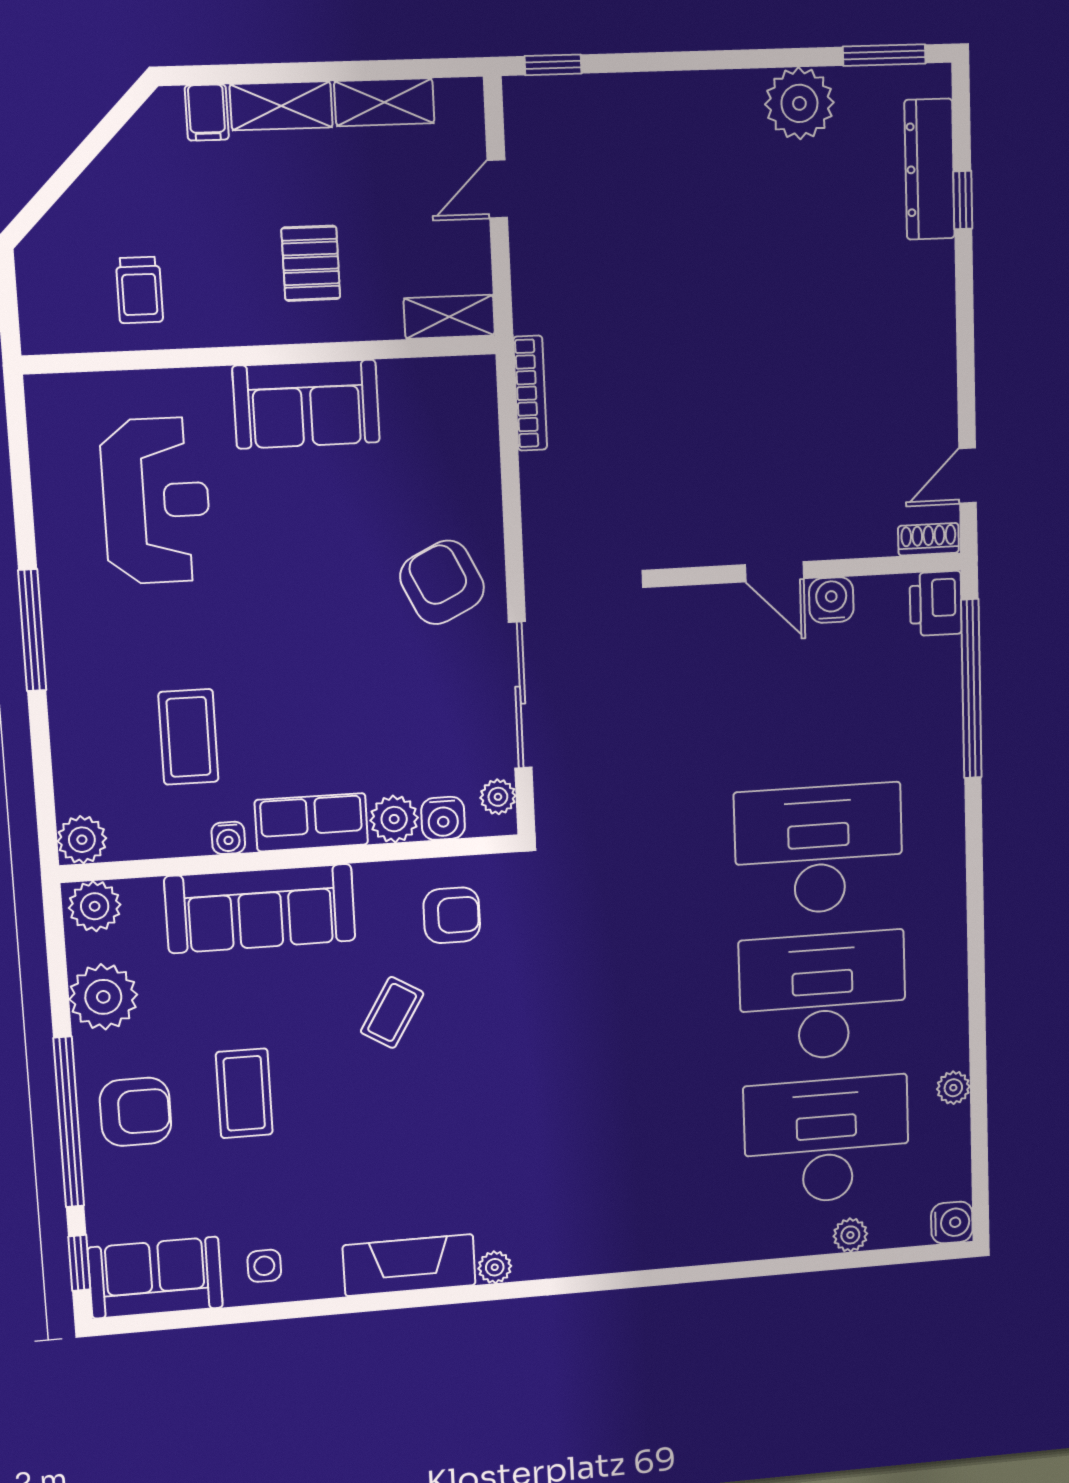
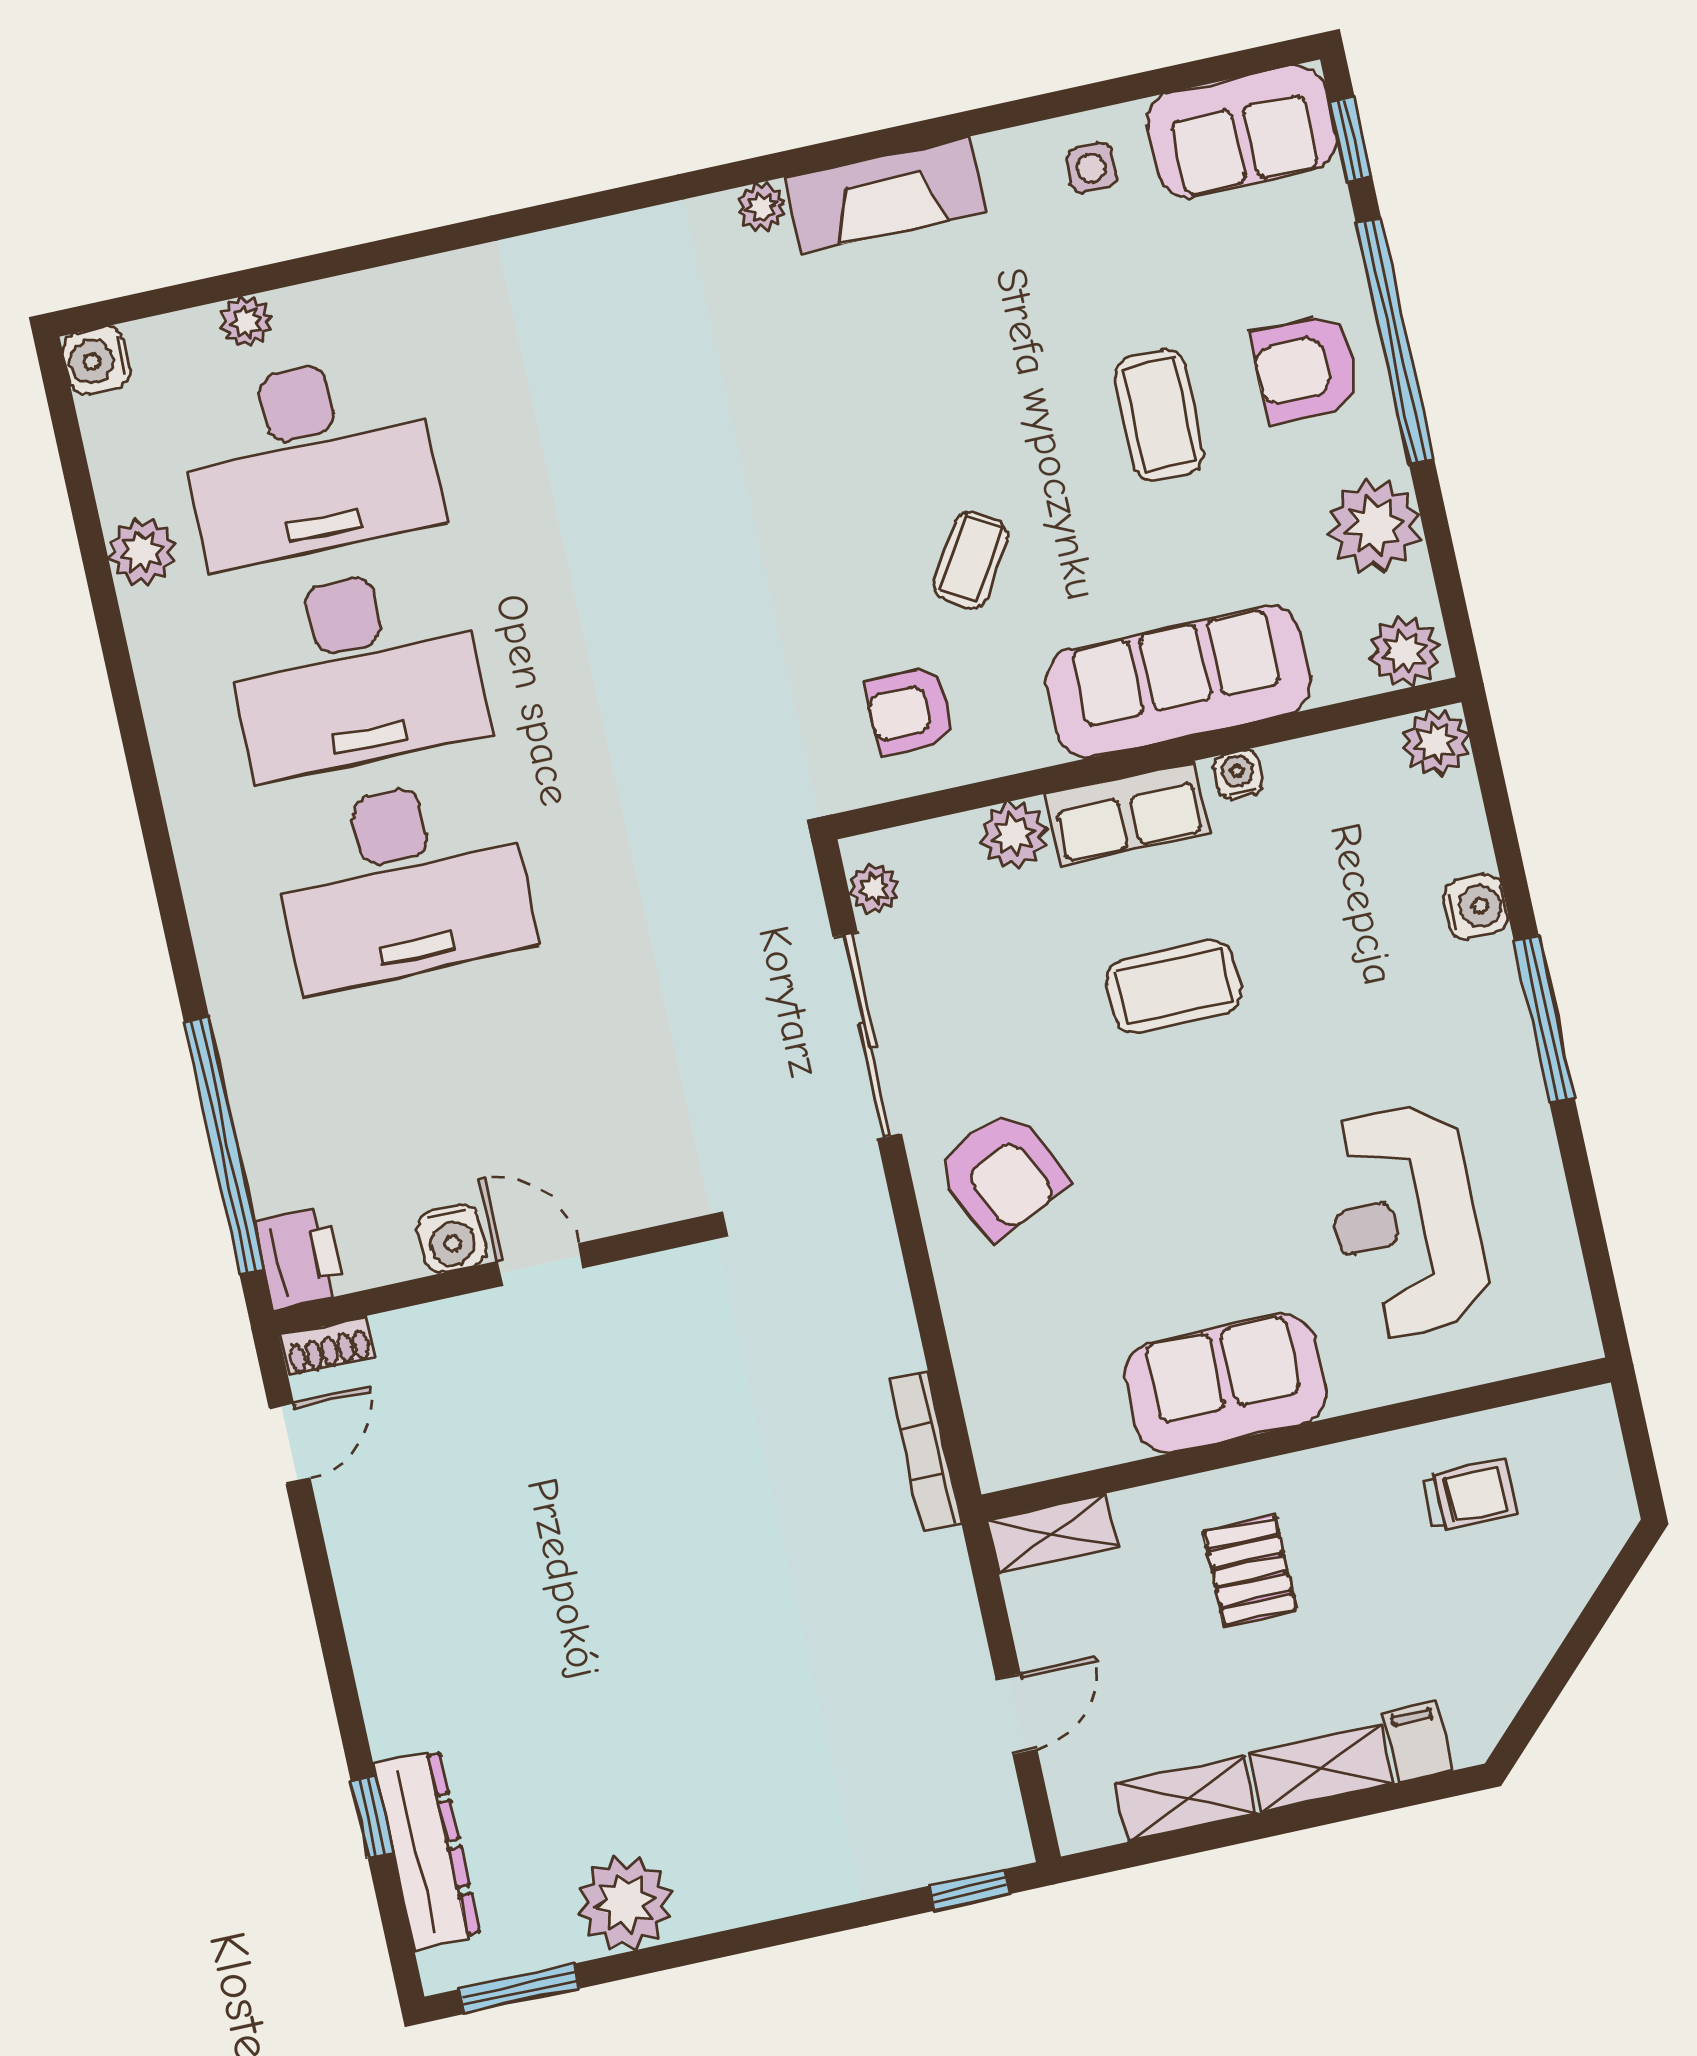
trolley: (139, 290) -> (1470, 1495), turned 90
coffee table: (188, 737) -> (1174, 986), moved, turned 90
water cooler: (443, 818) -> (1476, 907), moved, turned 90
plant: (953, 1088) -> (142, 552), width x1.38, depth x1.38

